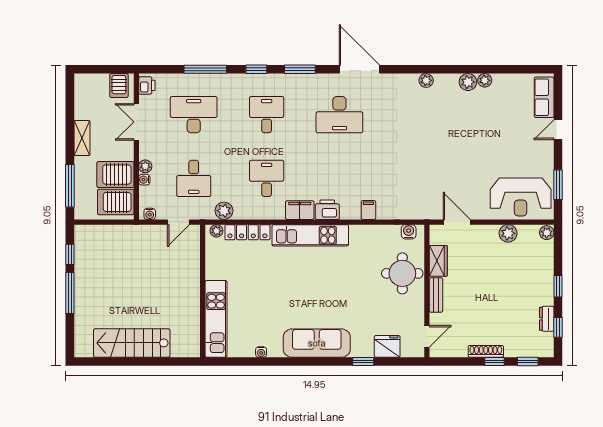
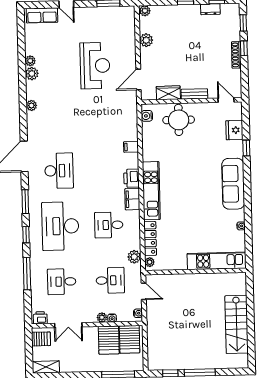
desk: (194, 115) -> (62, 282), width x0.73
desk: (267, 115) -> (60, 226), width x1.87, depth x1.30
shelving: (82, 138) -> (46, 367), moved
reception desk: (521, 197) -> (95, 66), moved

